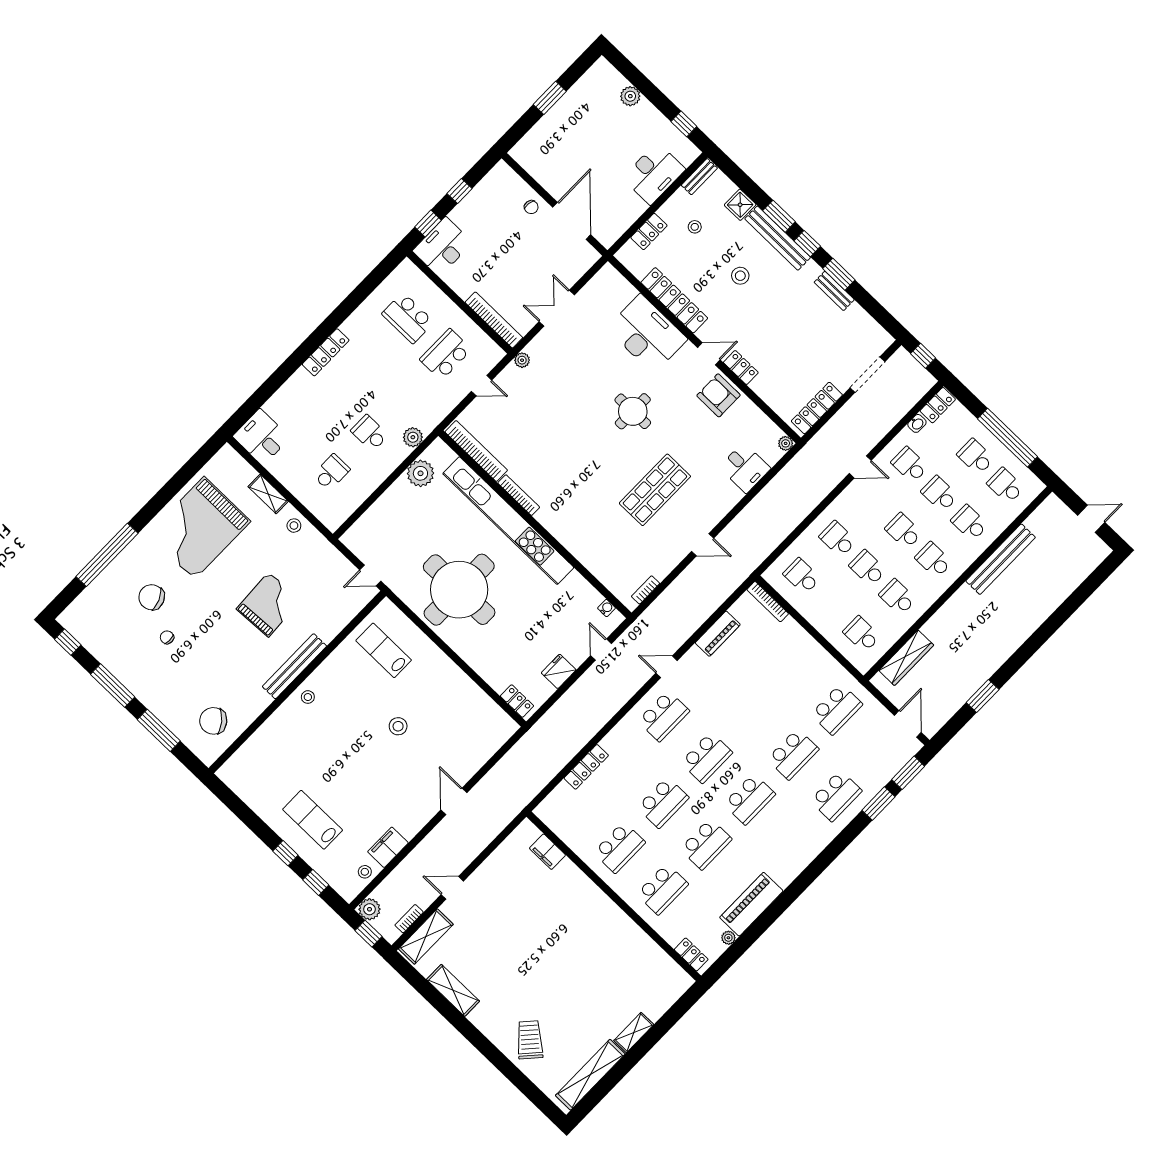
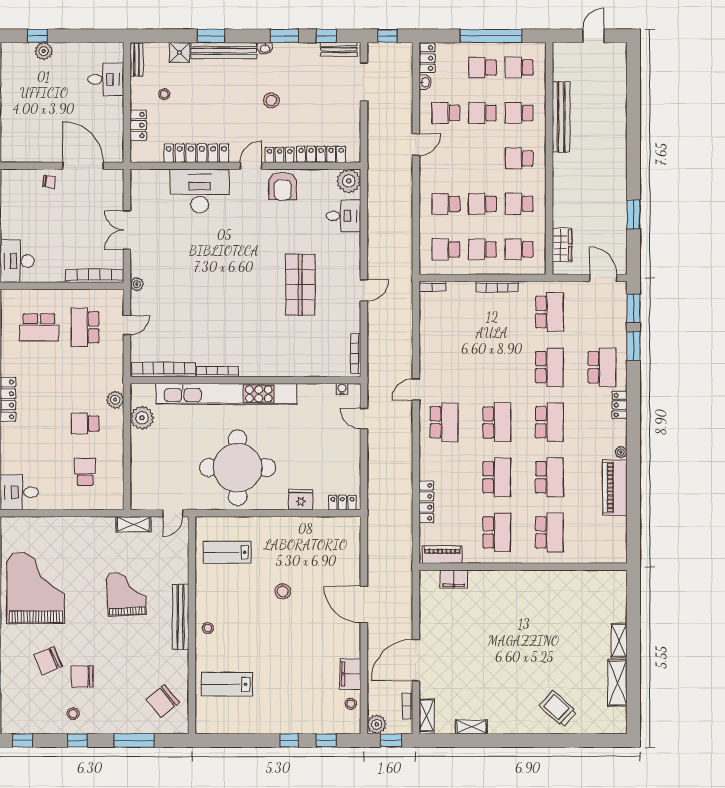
window: (684, 124) -> (38, 36), moved
desk: (654, 174) -> (106, 79), width x0.73
window: (807, 244) -> (326, 36), moved
washbasin: (813, 269) -> (265, 48), added
stool: (740, 276) -> (271, 100), moved
bench: (834, 291) -> (339, 49), moved
armchair: (718, 395) -> (283, 186), turned -90
locker: (817, 408) -> (321, 154), moved, turned 90
round table: (633, 411) -> (238, 249), removed
plant: (786, 443) -> (349, 181), width x1.87, depth x1.87
shelving: (268, 494) -> (133, 524), moved
stool: (294, 526) -> (73, 714), moved
grand piano: (199, 528) -> (36, 588), turned 180
school desk: (904, 531) -> (482, 249), moved
bookcase: (646, 590) -> (356, 354), width x1.56
bookcase: (768, 602) -> (432, 286), width x0.64
piano: (718, 634) -> (442, 555), moved, turned -90
chair: (167, 637) -> (82, 677), width x1.87, depth x1.87
bookcase: (814, 647) -> (497, 286), added
wardrobe: (906, 658) -> (562, 245), width x0.67
fridge: (559, 671) -> (301, 500), moved, turned 90
window: (113, 686) -> (77, 740), width x0.46
door: (454, 801) -> (364, 605), width x1.36
lab bench: (313, 820) -> (227, 684), moved
door: (452, 888) -> (416, 660), width x1.87
shelving: (426, 937) -> (427, 715), width x0.67, depth x0.75
plant: (728, 938) -> (621, 452), moved
locker: (691, 954) -> (620, 405), moved, turned -90
shelving: (453, 990) -> (471, 727), width x0.67, depth x0.75
shelving: (590, 1075) -> (617, 683), width x0.68

